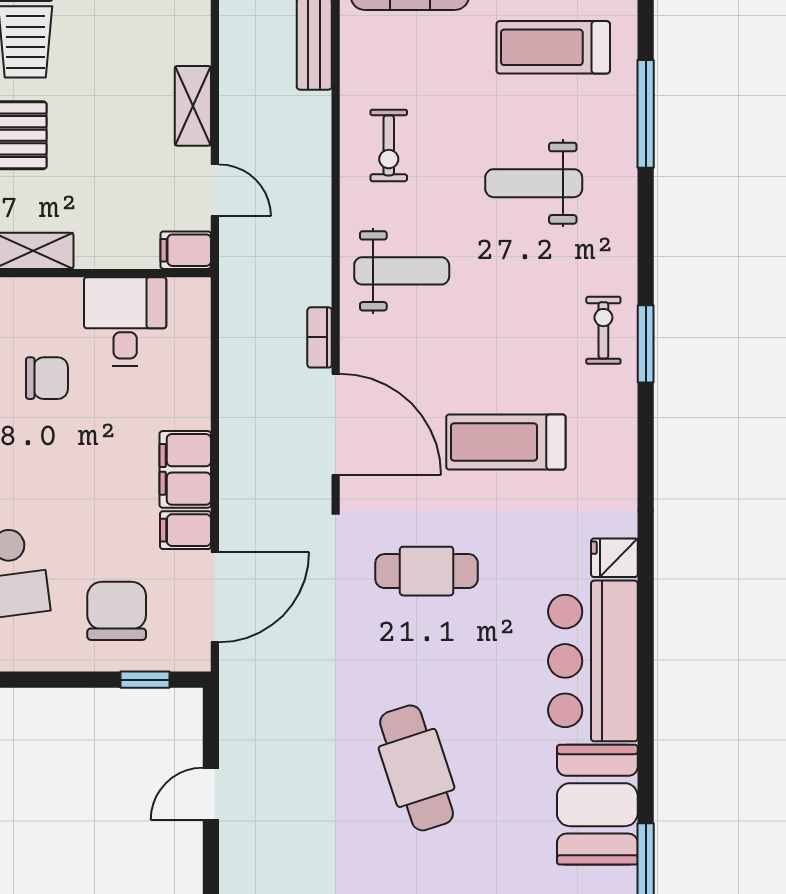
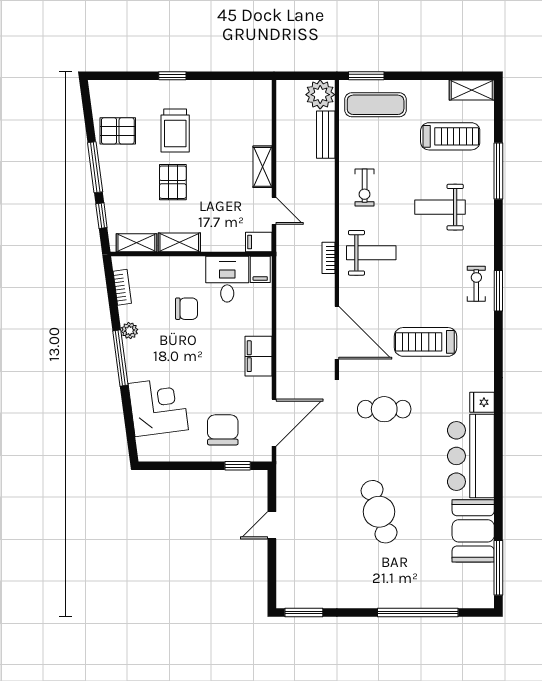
treadmill: (553, 47) -> (450, 136), turned 180
bookcase: (320, 337) -> (328, 258), moved
filing cabinet: (185, 530) -> (260, 269), moved, turned -90

